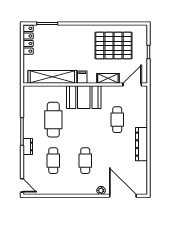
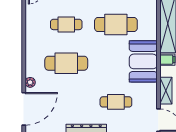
cafe table: (85, 161) -> (66, 63), width x1.37, depth x1.35

